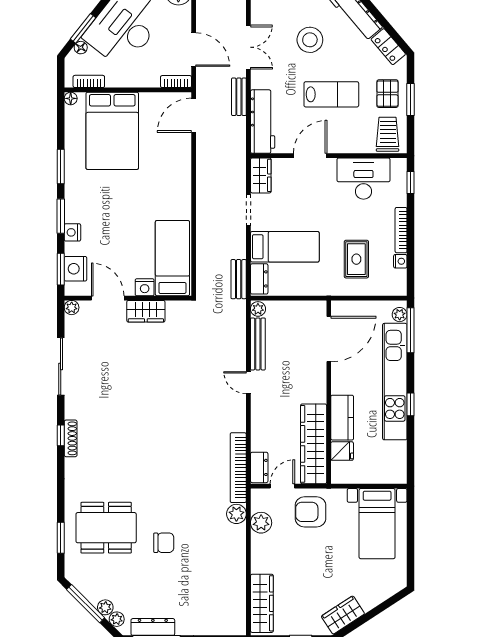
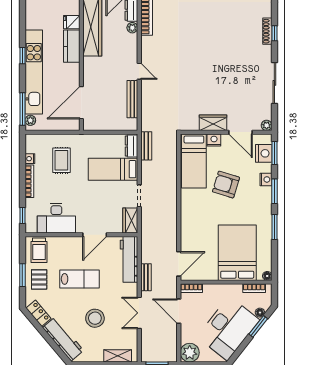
lab bench: (331, 94) -> (79, 279), turned 180
armchair: (128, 225) -> (226, 185), added
plant: (258, 309) -> (132, 28), moved

